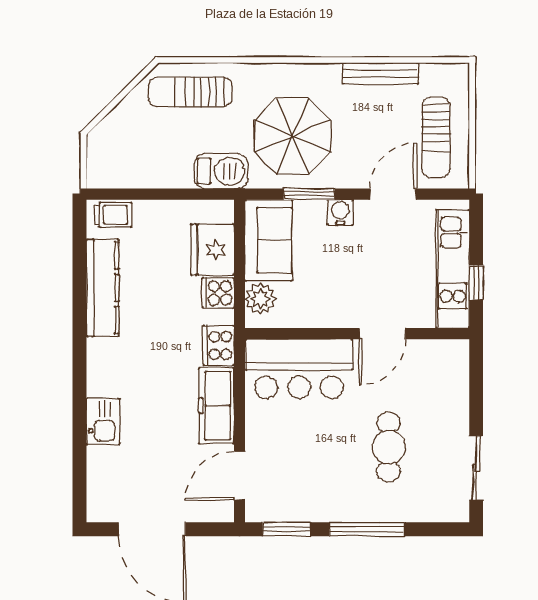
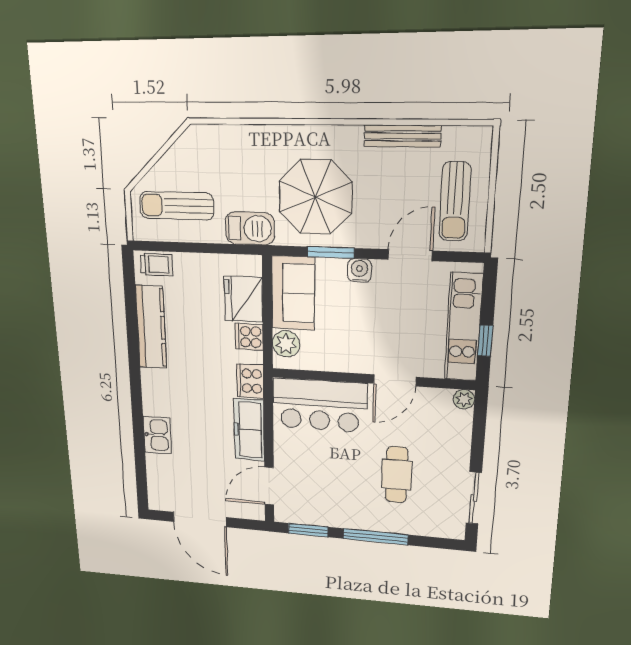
sun lounger: (190, 92) -> (176, 206), moved
plant: (458, 350) -> (464, 399), added

